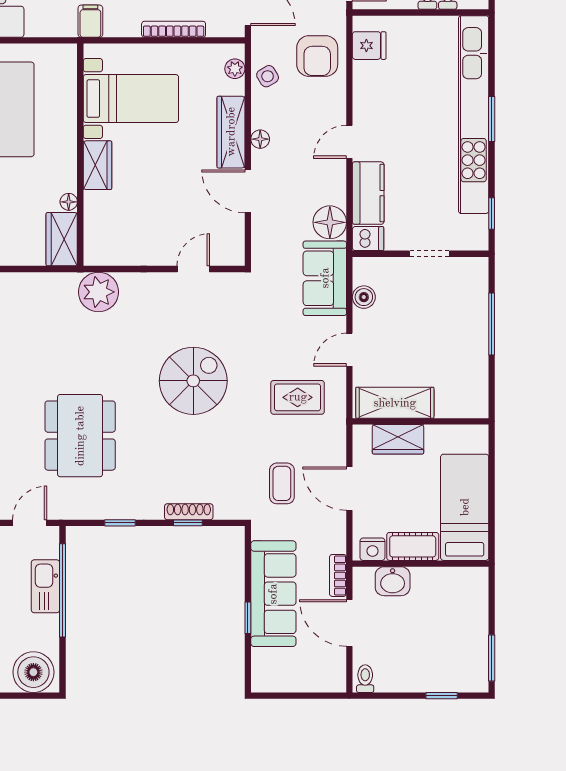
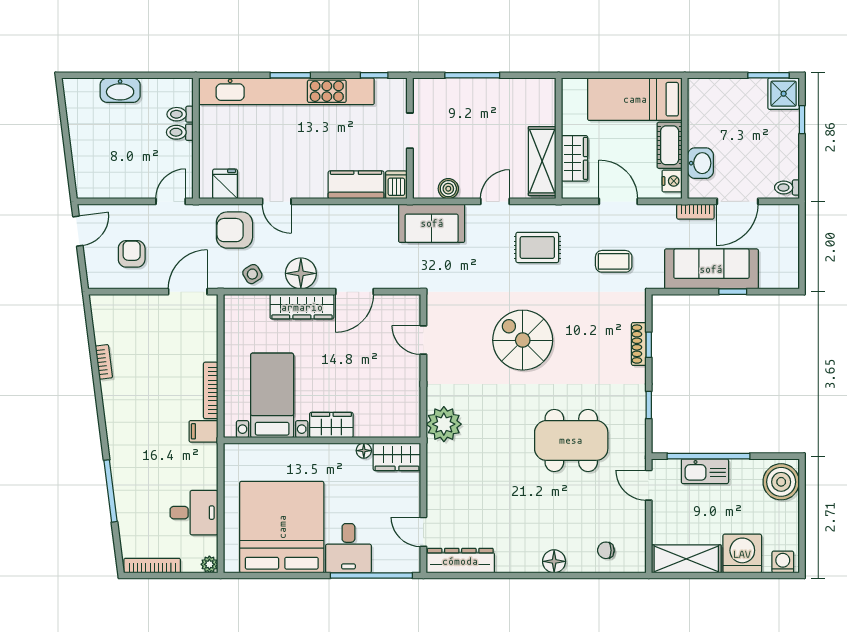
bookcase: (174, 29) -> (211, 390), moved
armchair: (317, 56) -> (234, 230), turned 180
plant: (235, 69) -> (246, 303), removed
floor lamp: (260, 139) -> (301, 273), width x1.89, depth x1.89
door: (349, 142) -> (277, 201), moved
floor lamp: (330, 222) -> (382, 219), removed
door: (349, 350) -> (495, 201), swing flipped
rug: (298, 397) -> (537, 247), turned 90
door: (349, 489) -> (618, 201), swing flipped
shower: (471, 675) -> (784, 94), added

